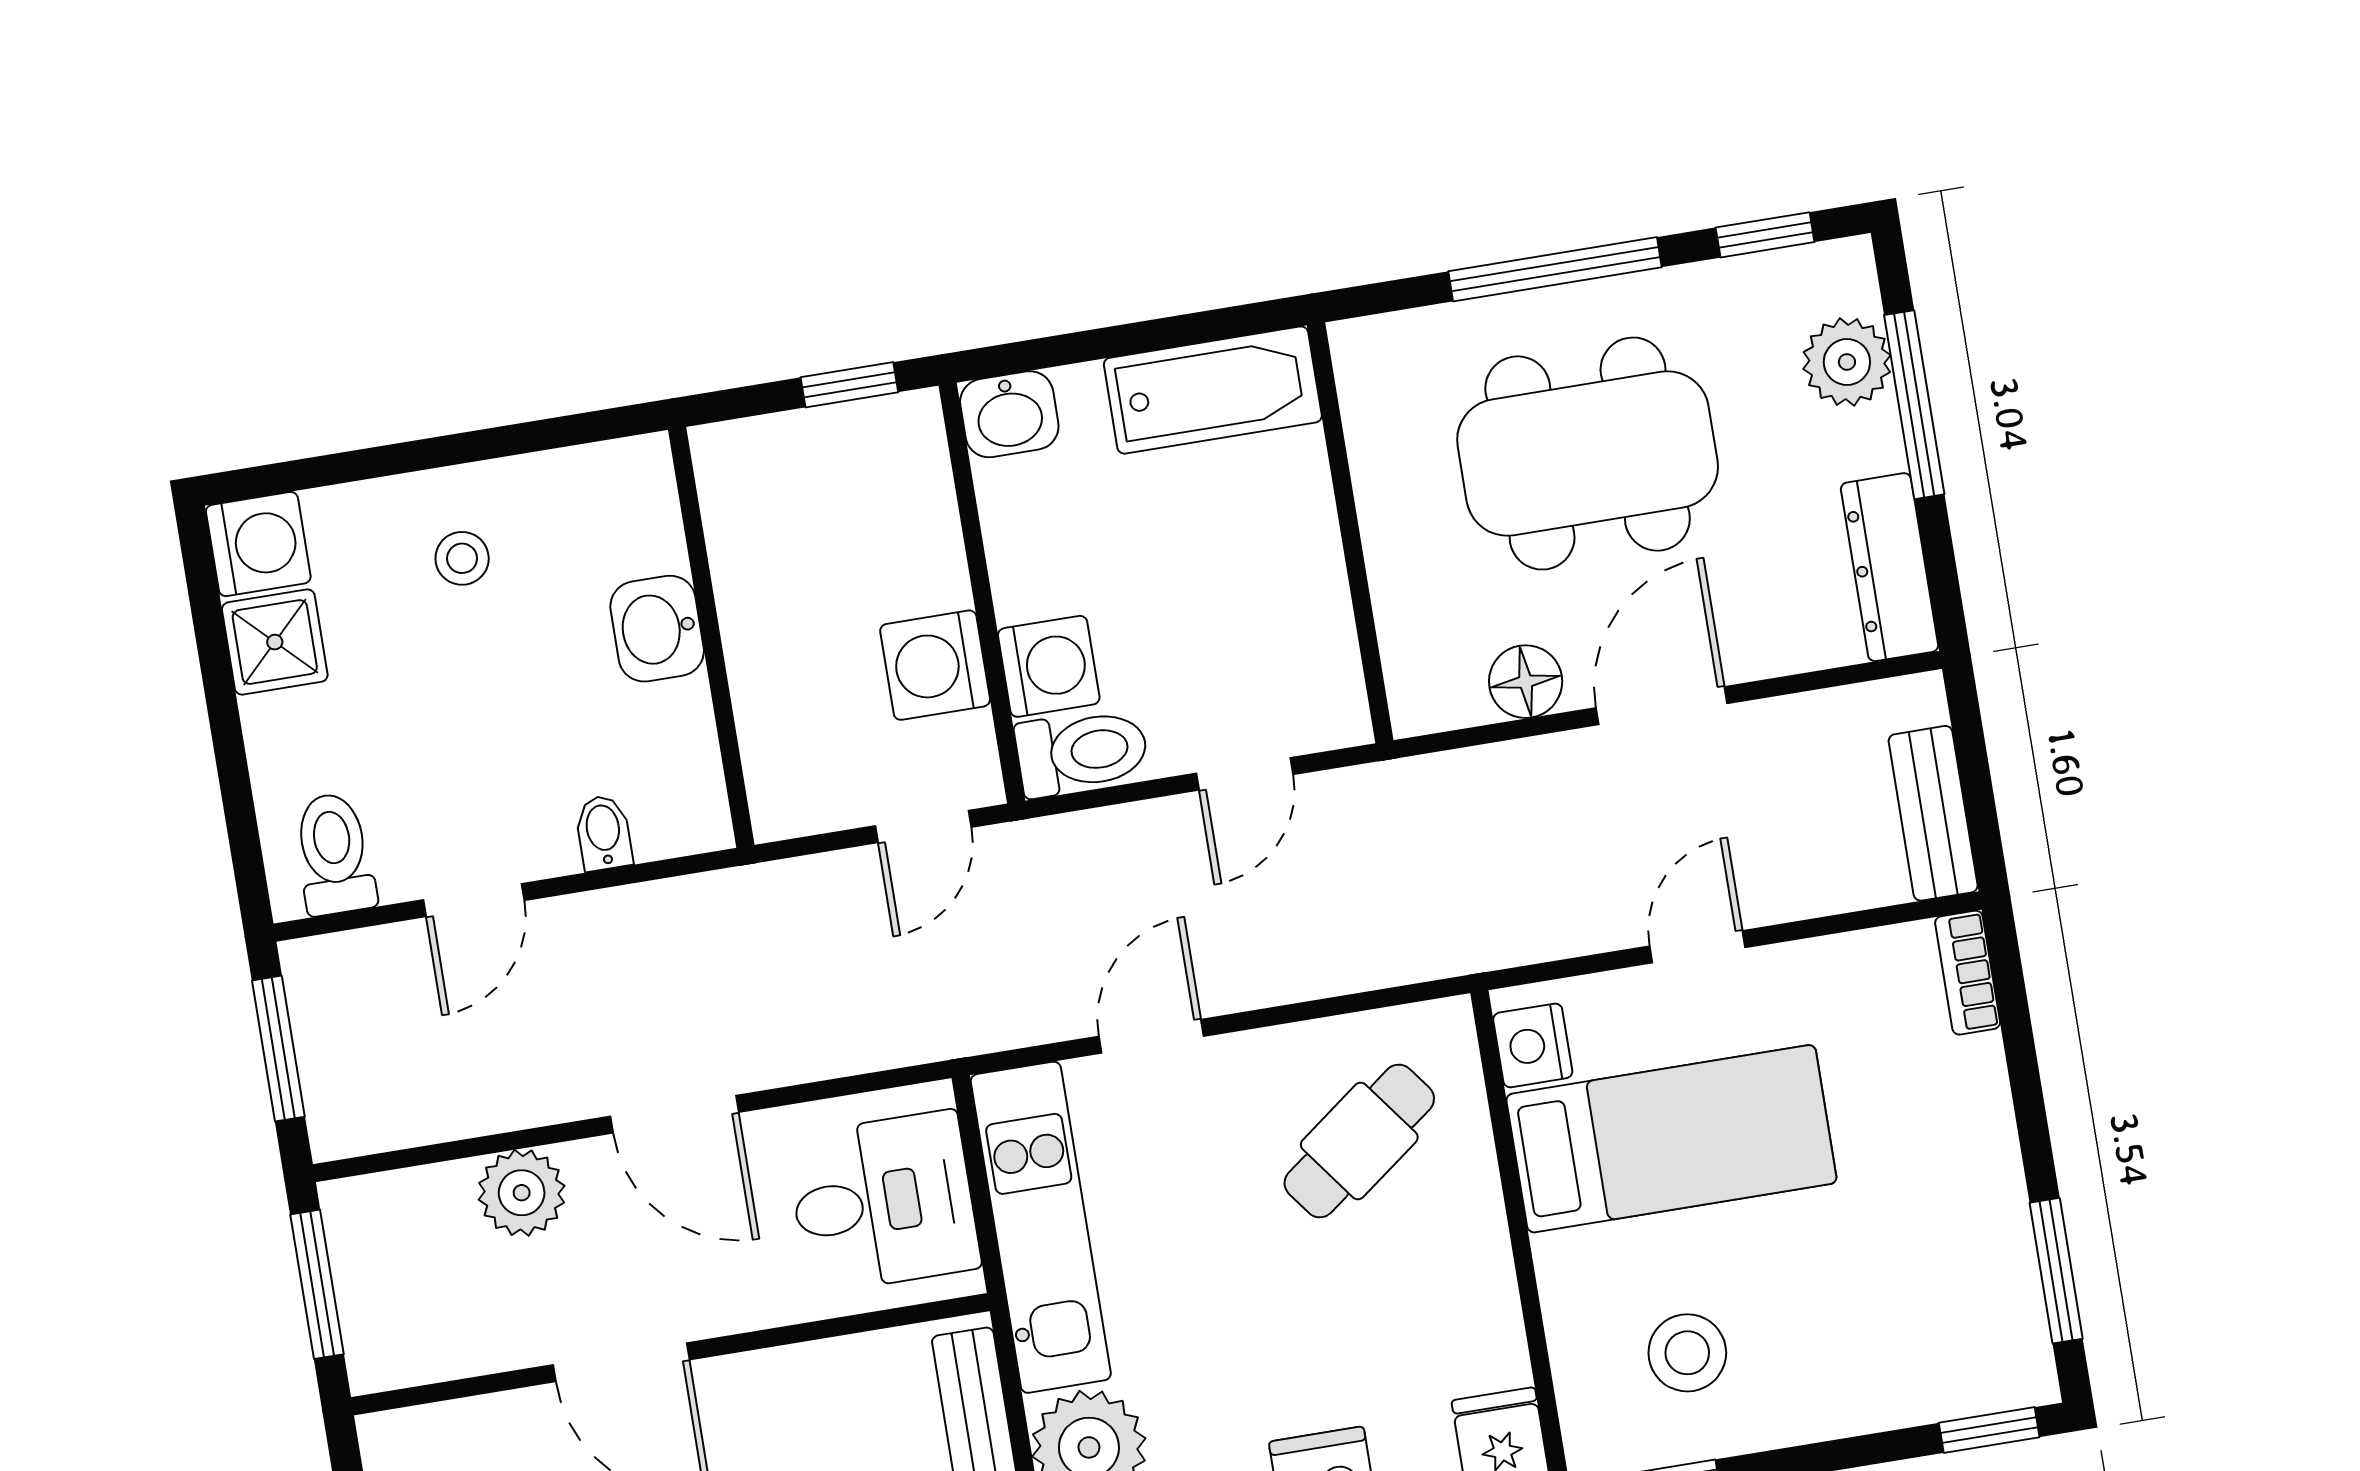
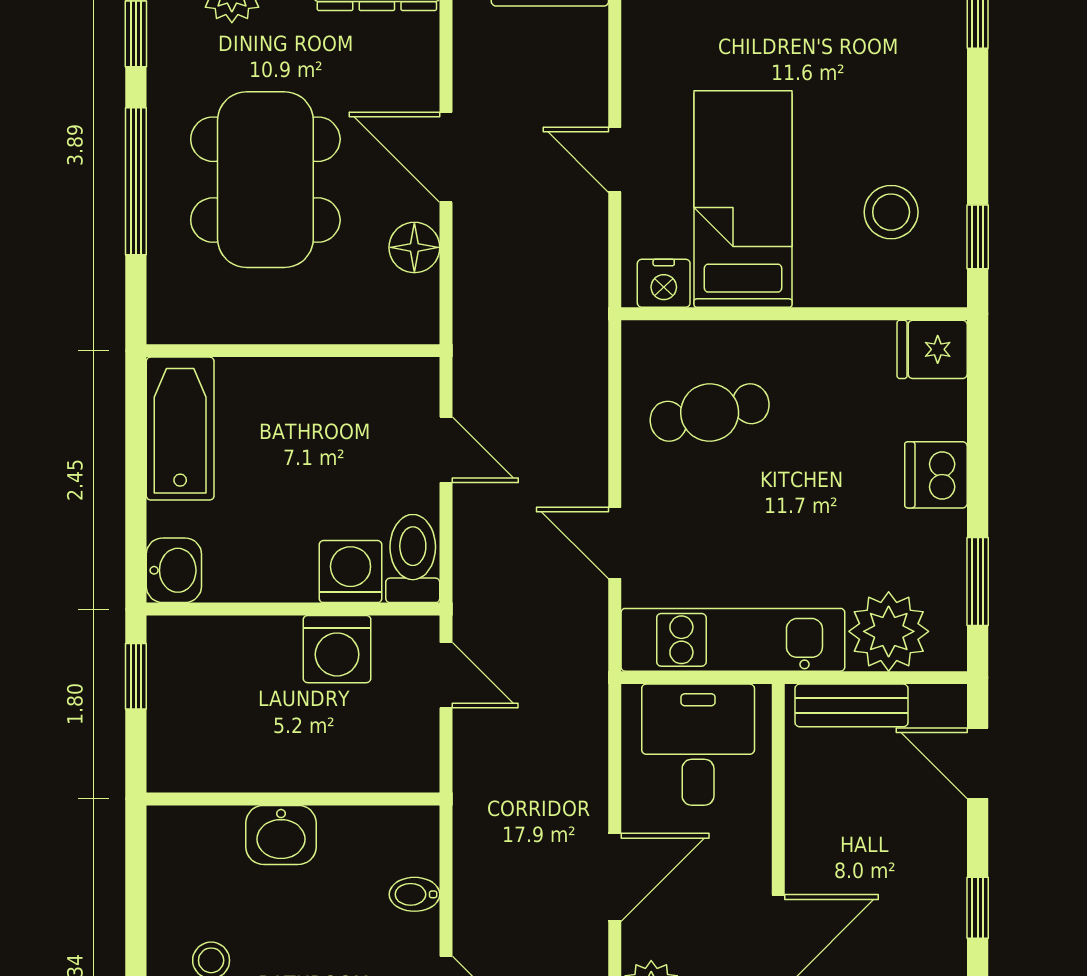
cafe table: (1359, 1141) -> (710, 413), turned -65

